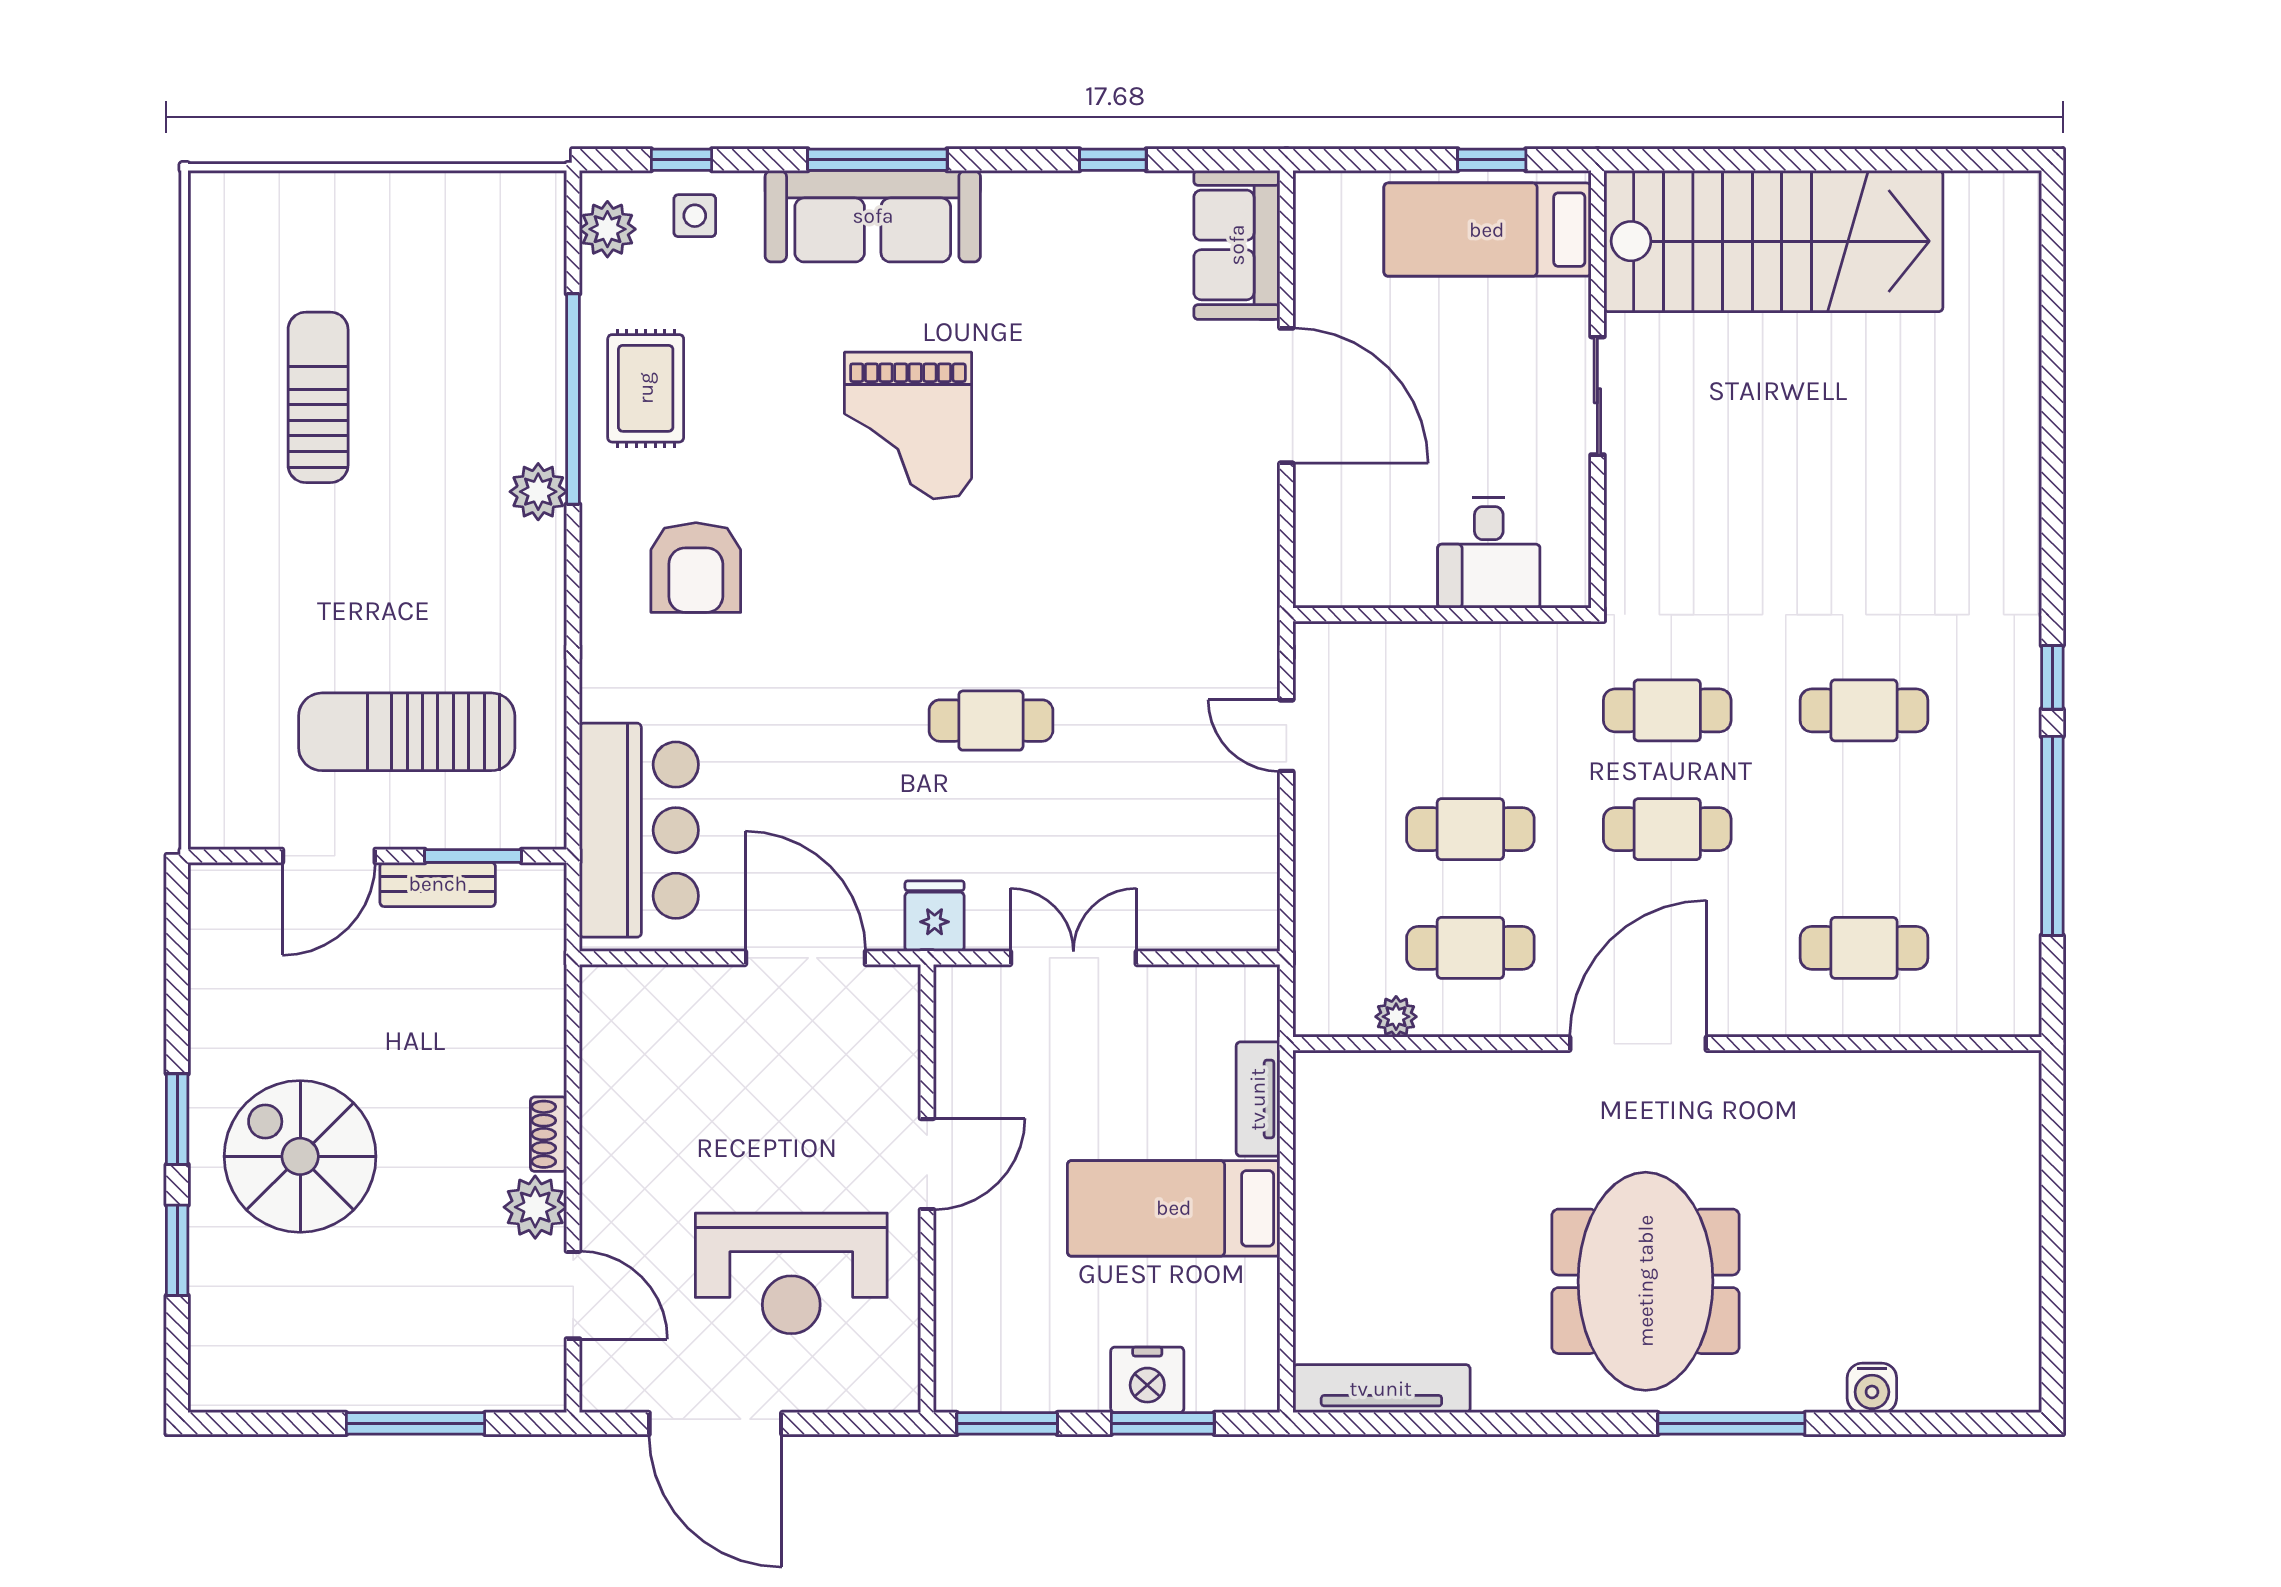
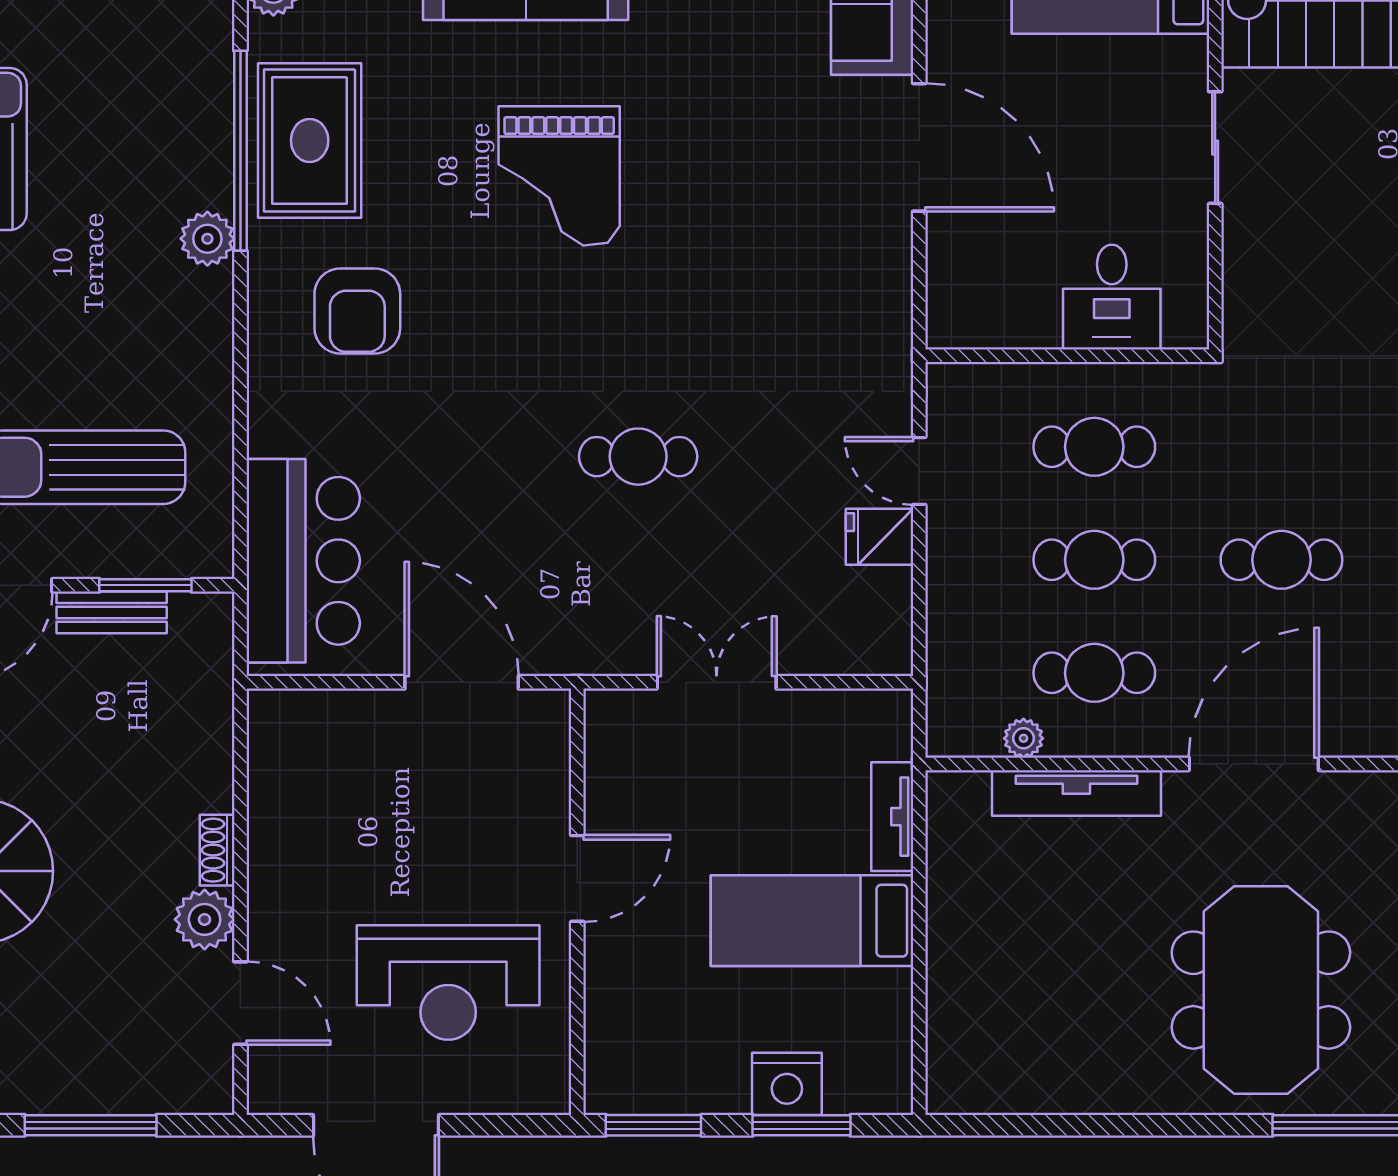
rug: (646, 388) -> (310, 140), width x1.36, depth x1.43
cafe table: (1667, 710) -> (1094, 447), moved
fridge: (935, 916) -> (879, 537), moved, turned -90
tv unit: (1381, 1389) -> (1076, 793), moved, turned 180

